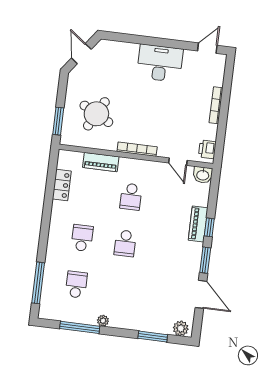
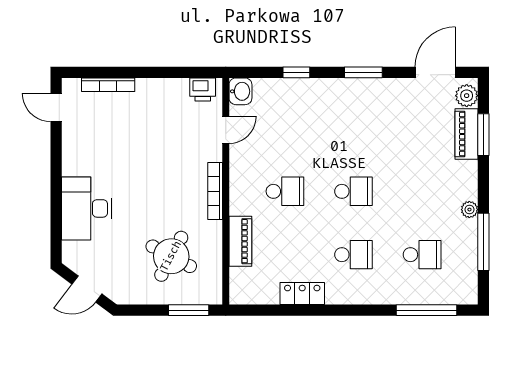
desk: (160, 63) -> (87, 208), moved
bookcase: (216, 105) -> (108, 85), moved
locker: (62, 185) -> (302, 294), moved
piano: (198, 224) -> (467, 134), moved, turned 90
window: (209, 227) -> (296, 72), moved
school desk: (82, 238) -> (353, 255), turned 180
school desk: (76, 285) -> (422, 255), turned 180
door: (201, 294) -> (435, 72), moved

